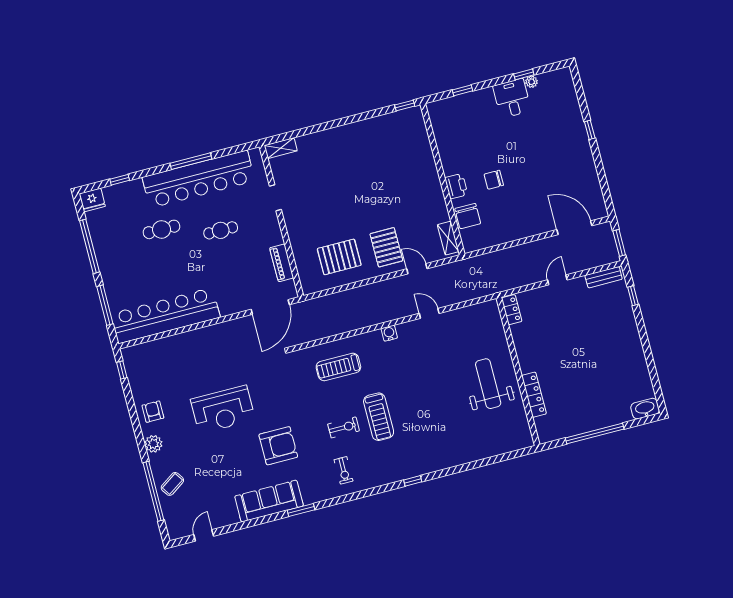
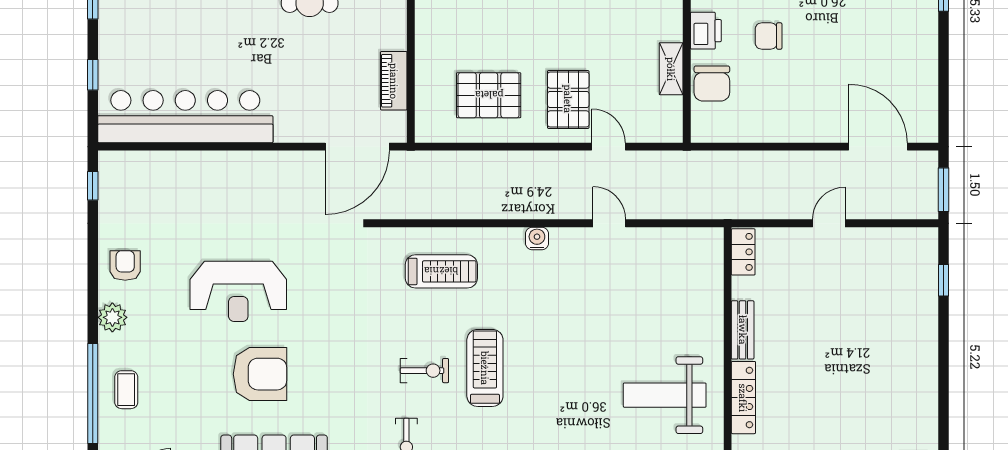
shelving: (448, 238) -> (671, 69), moved
bench: (604, 277) -> (743, 330), moved, turned 90
window: (105, 305) -> (93, 75), width x0.46
treadmill: (338, 367) -> (441, 271), turned 180
weight bench: (488, 384) -> (665, 395), moved, turned -90
treadmill: (379, 417) -> (485, 368), turned 180
armchair: (278, 446) -> (260, 374), moved
coffee table: (172, 484) -> (126, 390), turned -56

